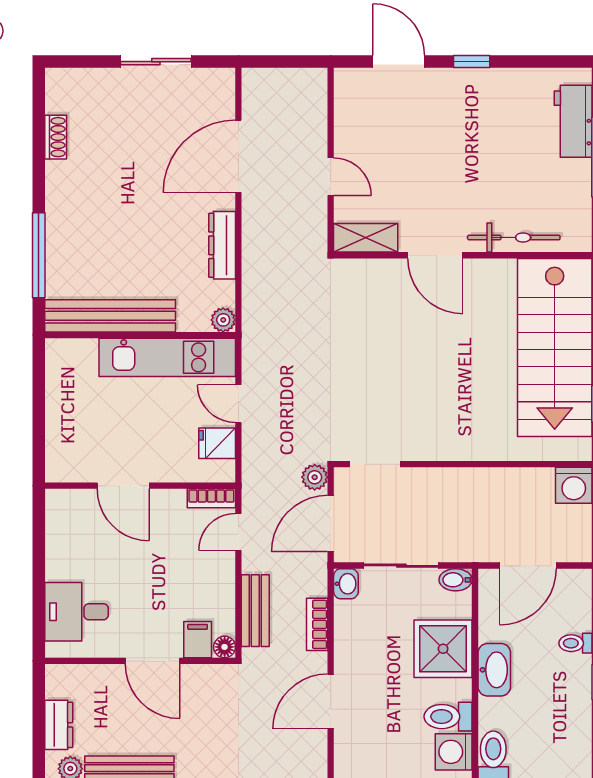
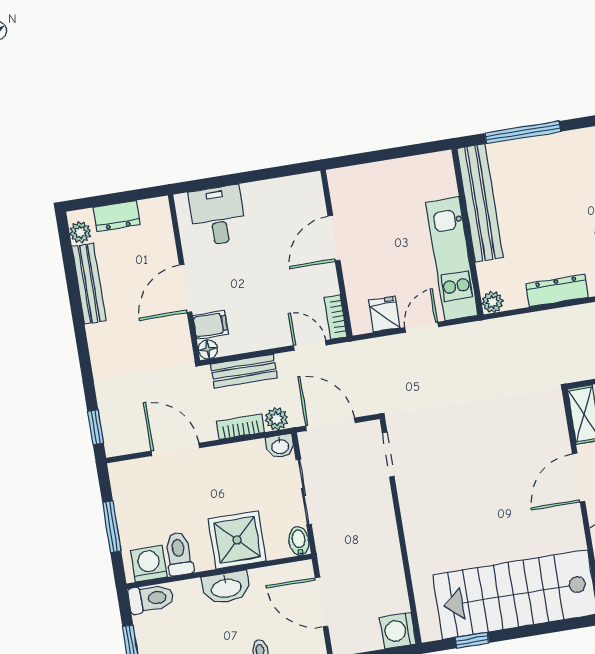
plant: (315, 477) -> (276, 419), moved

